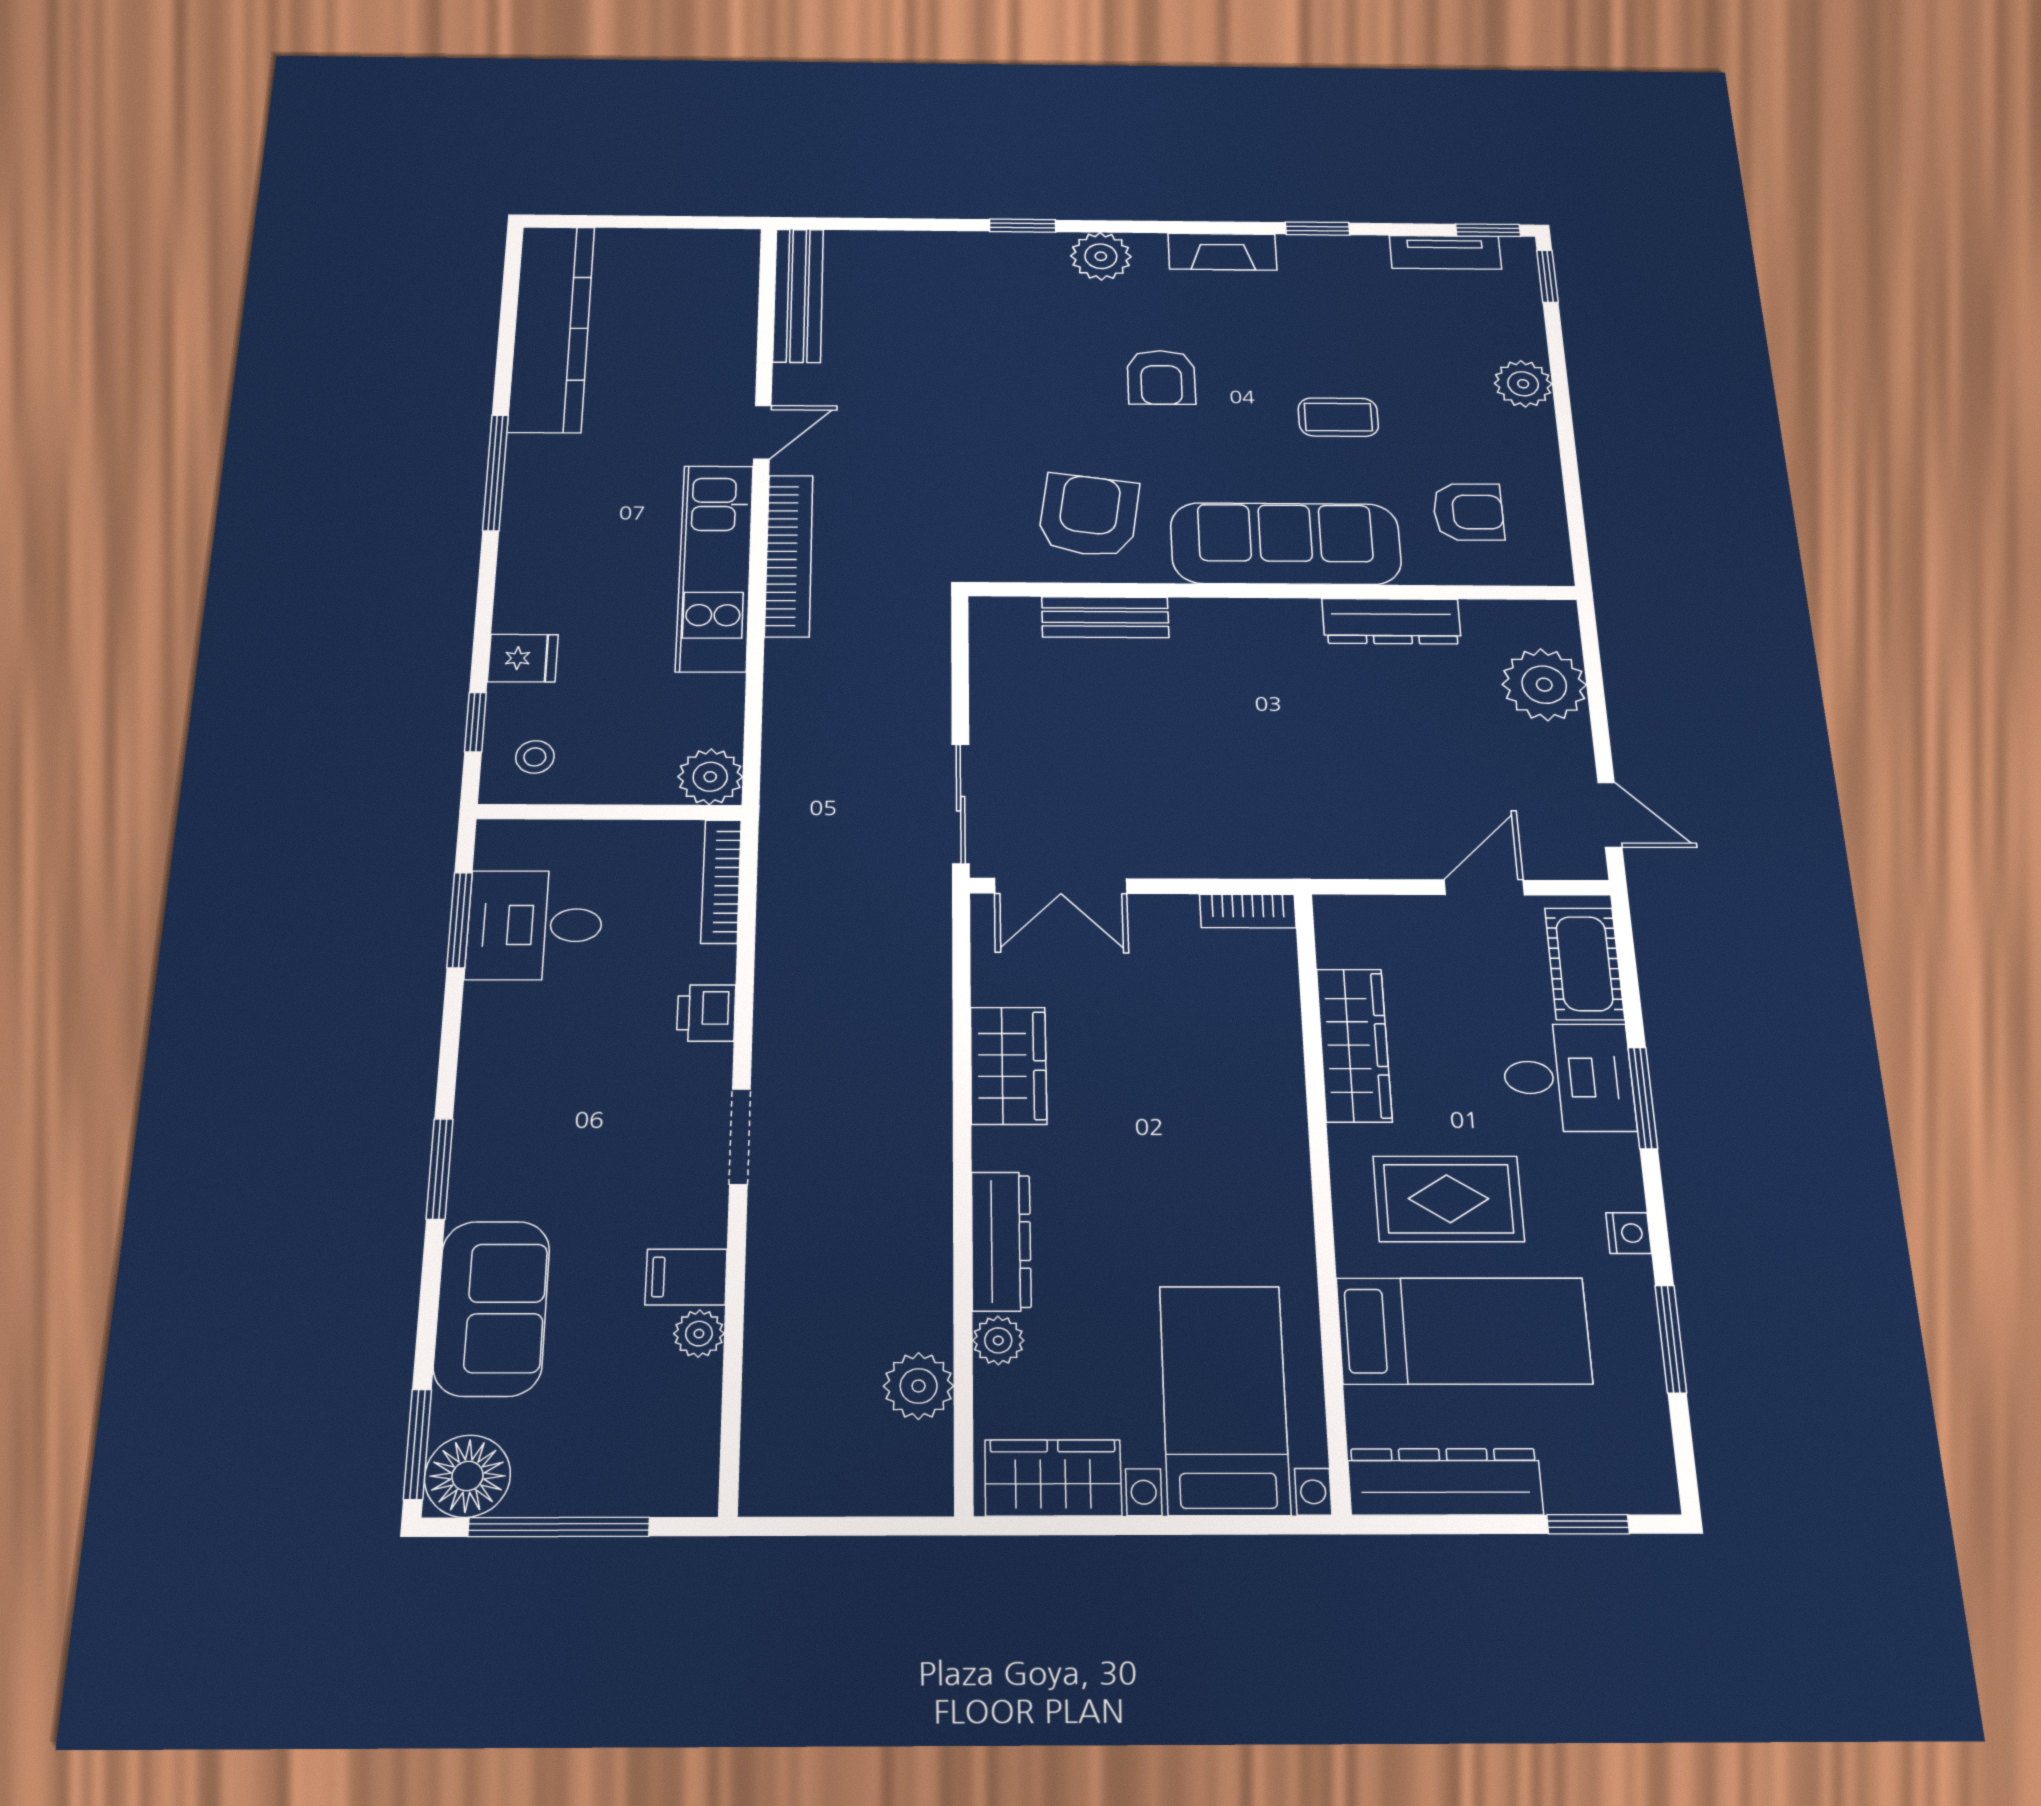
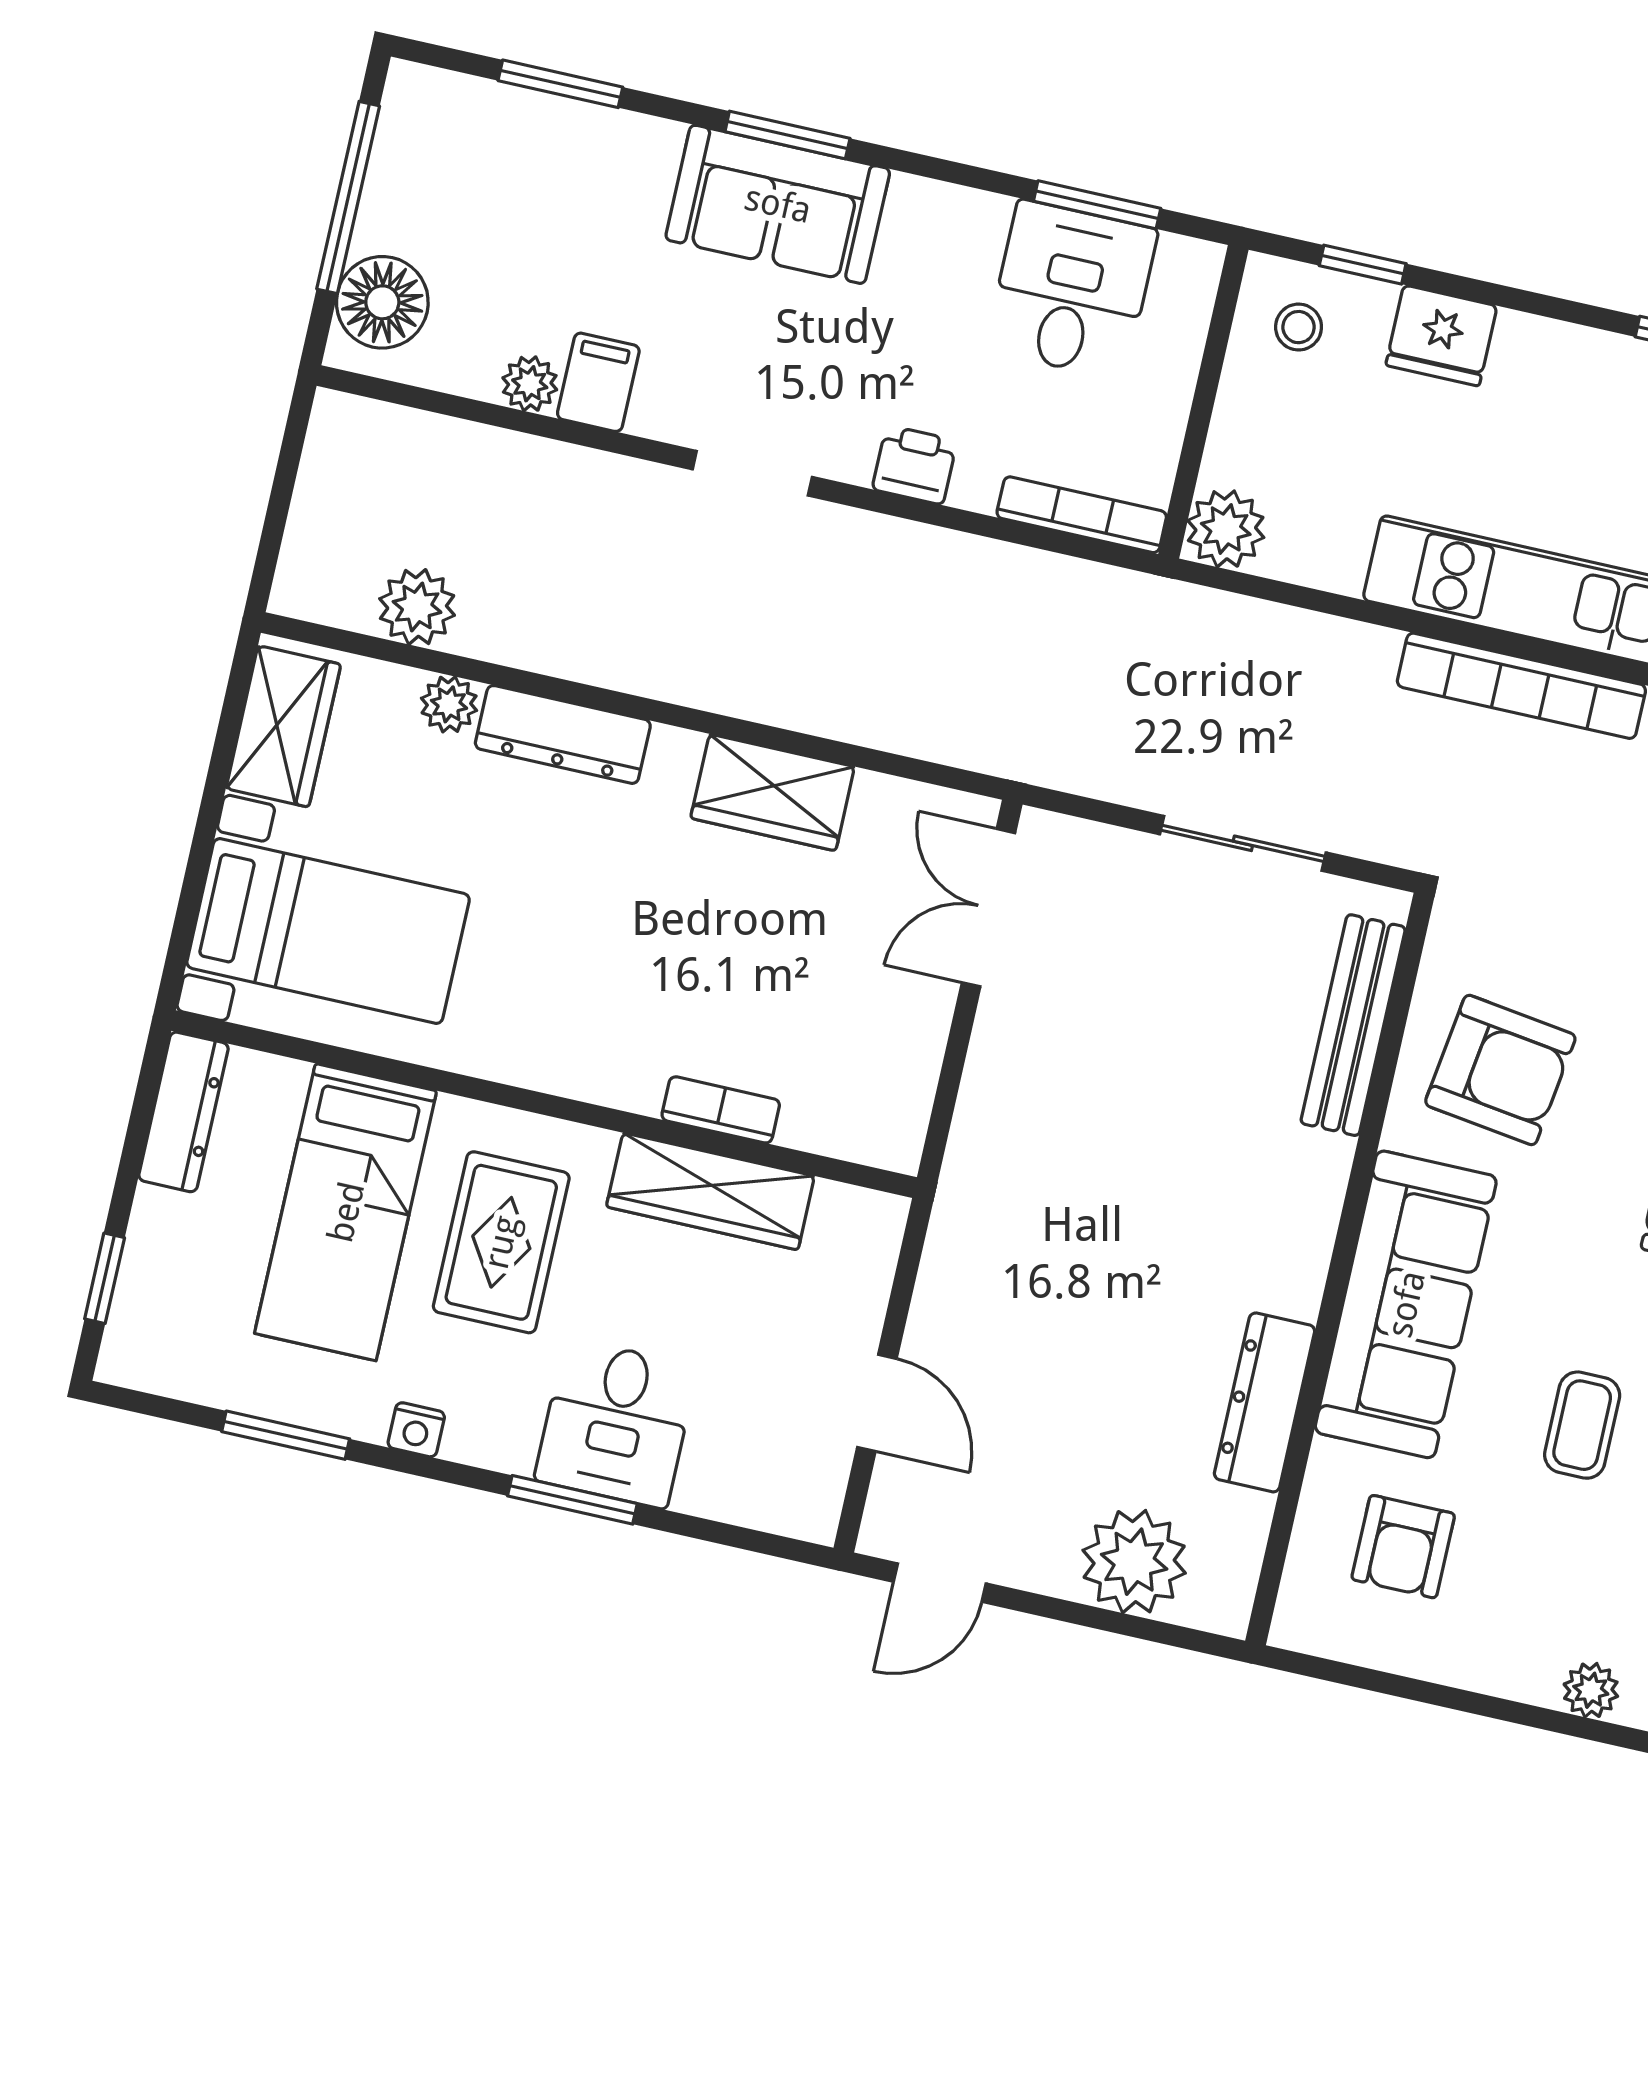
plant: (1523, 384) -> (1591, 1690), width x0.73, depth x0.73
bench: (1105, 617) -> (1353, 1025), width x1.36
fridge: (523, 658) -> (1441, 336), width x1.38
sliding door: (961, 804) -> (1243, 843), moved
bookcase: (1248, 911) -> (721, 1110), moved, turned 90
cot: (1584, 964) -> (753, 1488), removed
sofa: (492, 1308) -> (778, 204), moved
window: (417, 1444) -> (560, 84), moved
floor lamp: (467, 1476) -> (382, 302), moved
dresser: (1445, 1482) -> (184, 1112), width x0.73, depth x0.80

